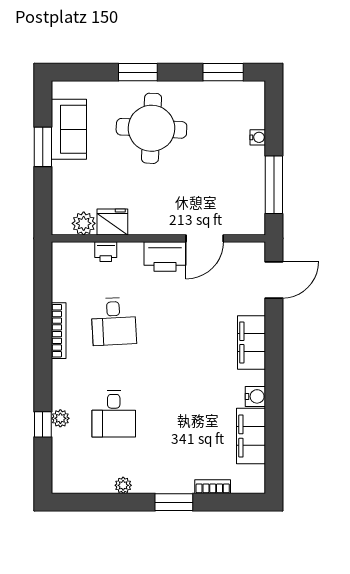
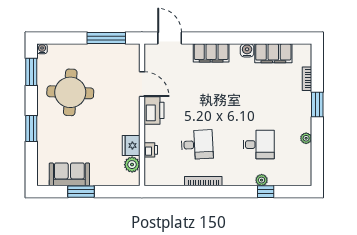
round table: (151, 128) -> (70, 92), moved
water cooler: (258, 137) -> (42, 49), moved

